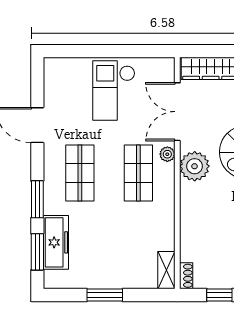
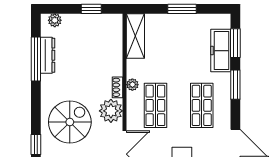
plant: (167, 154) -> (132, 85), moved
shelving: (166, 270) -> (135, 36), width x1.50, depth x1.33
shoe rack: (186, 276) -> (118, 87), moved

